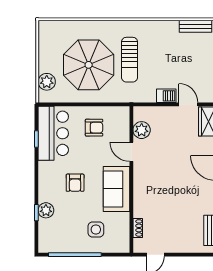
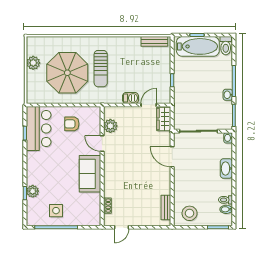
plant: (47, 82) -> (33, 63), moved
door: (188, 104) -> (149, 105), hinge flipped
armchair: (94, 128) -> (72, 124), turned 180
armchair: (75, 183) -> (56, 169), removed
side table: (96, 230) -> (56, 211), moved

